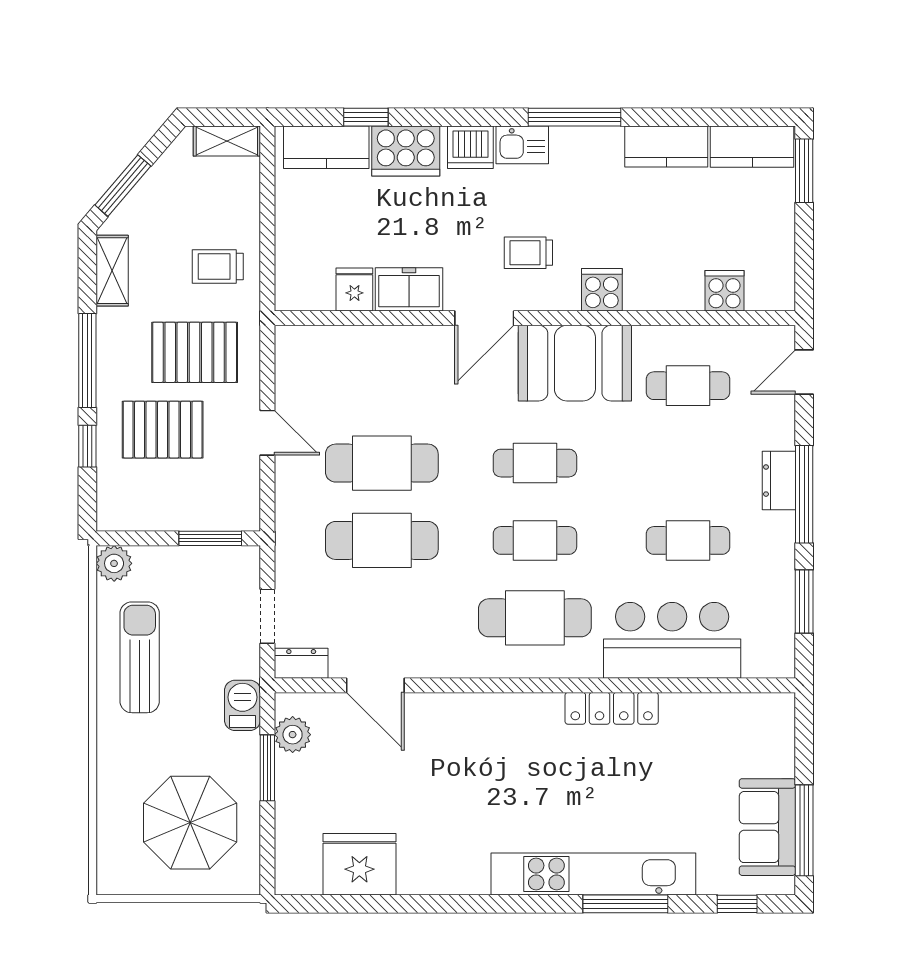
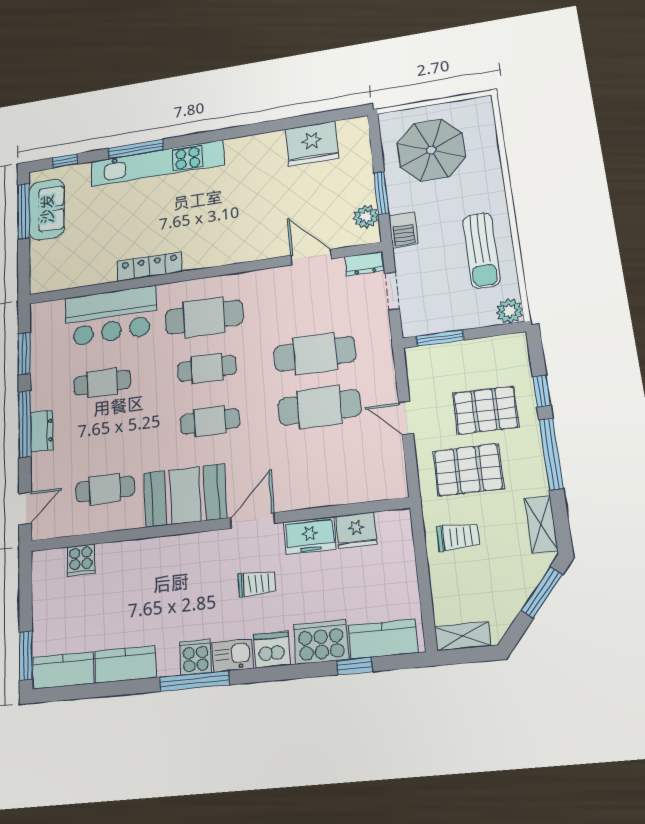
trolley: (528, 253) -> (257, 584), moved
fridge: (354, 289) -> (356, 530), width x1.38
cooker: (602, 290) -> (196, 657), moved, turned 180

